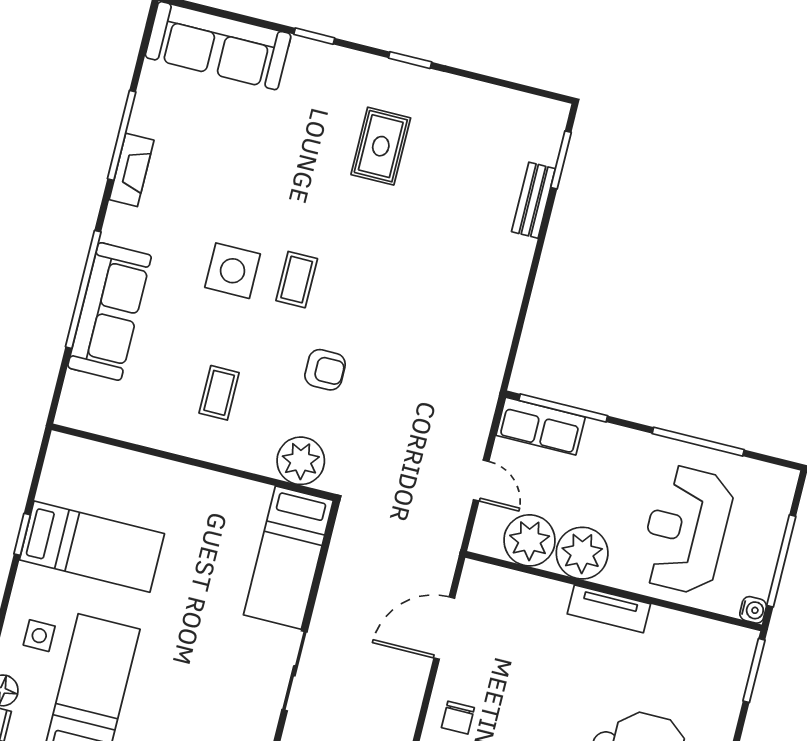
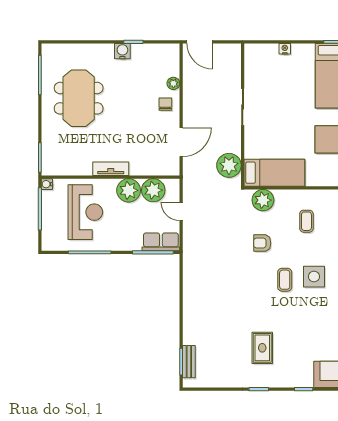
bench: (533, 200) -> (189, 362), moved
plant: (355, 553) -> (229, 165), added
bed: (288, 558) -> (274, 173), moved, turned 90

